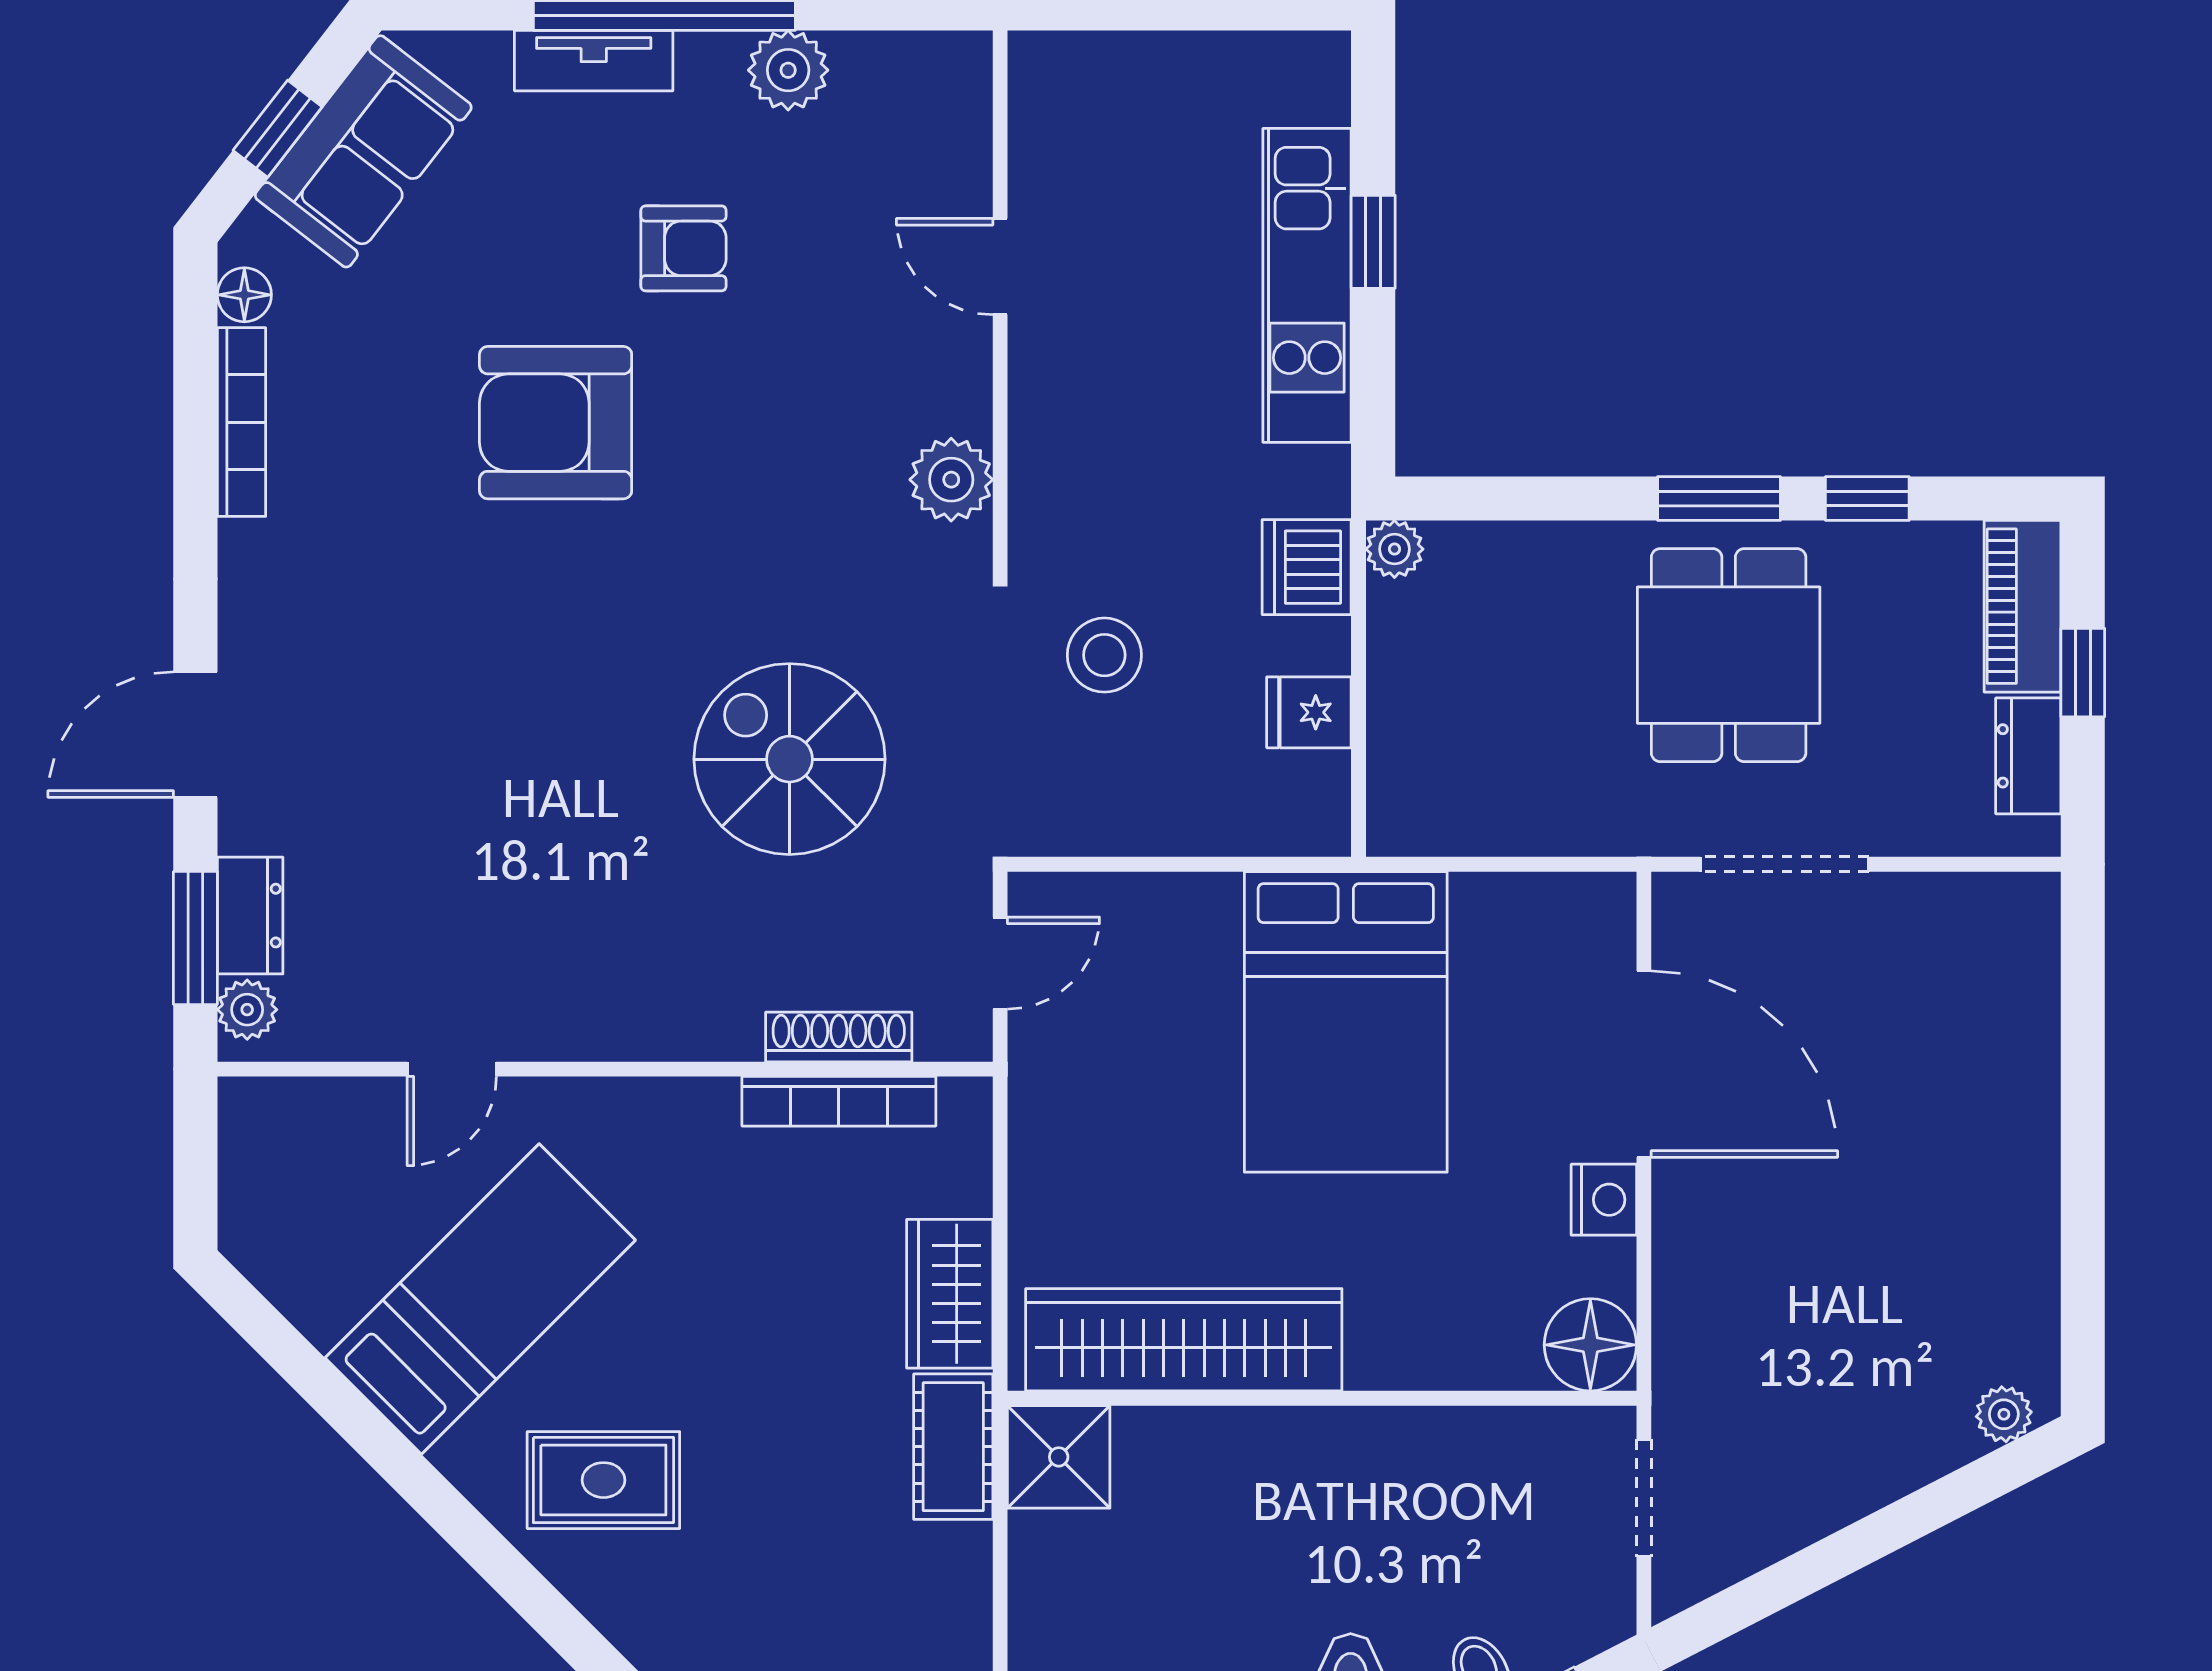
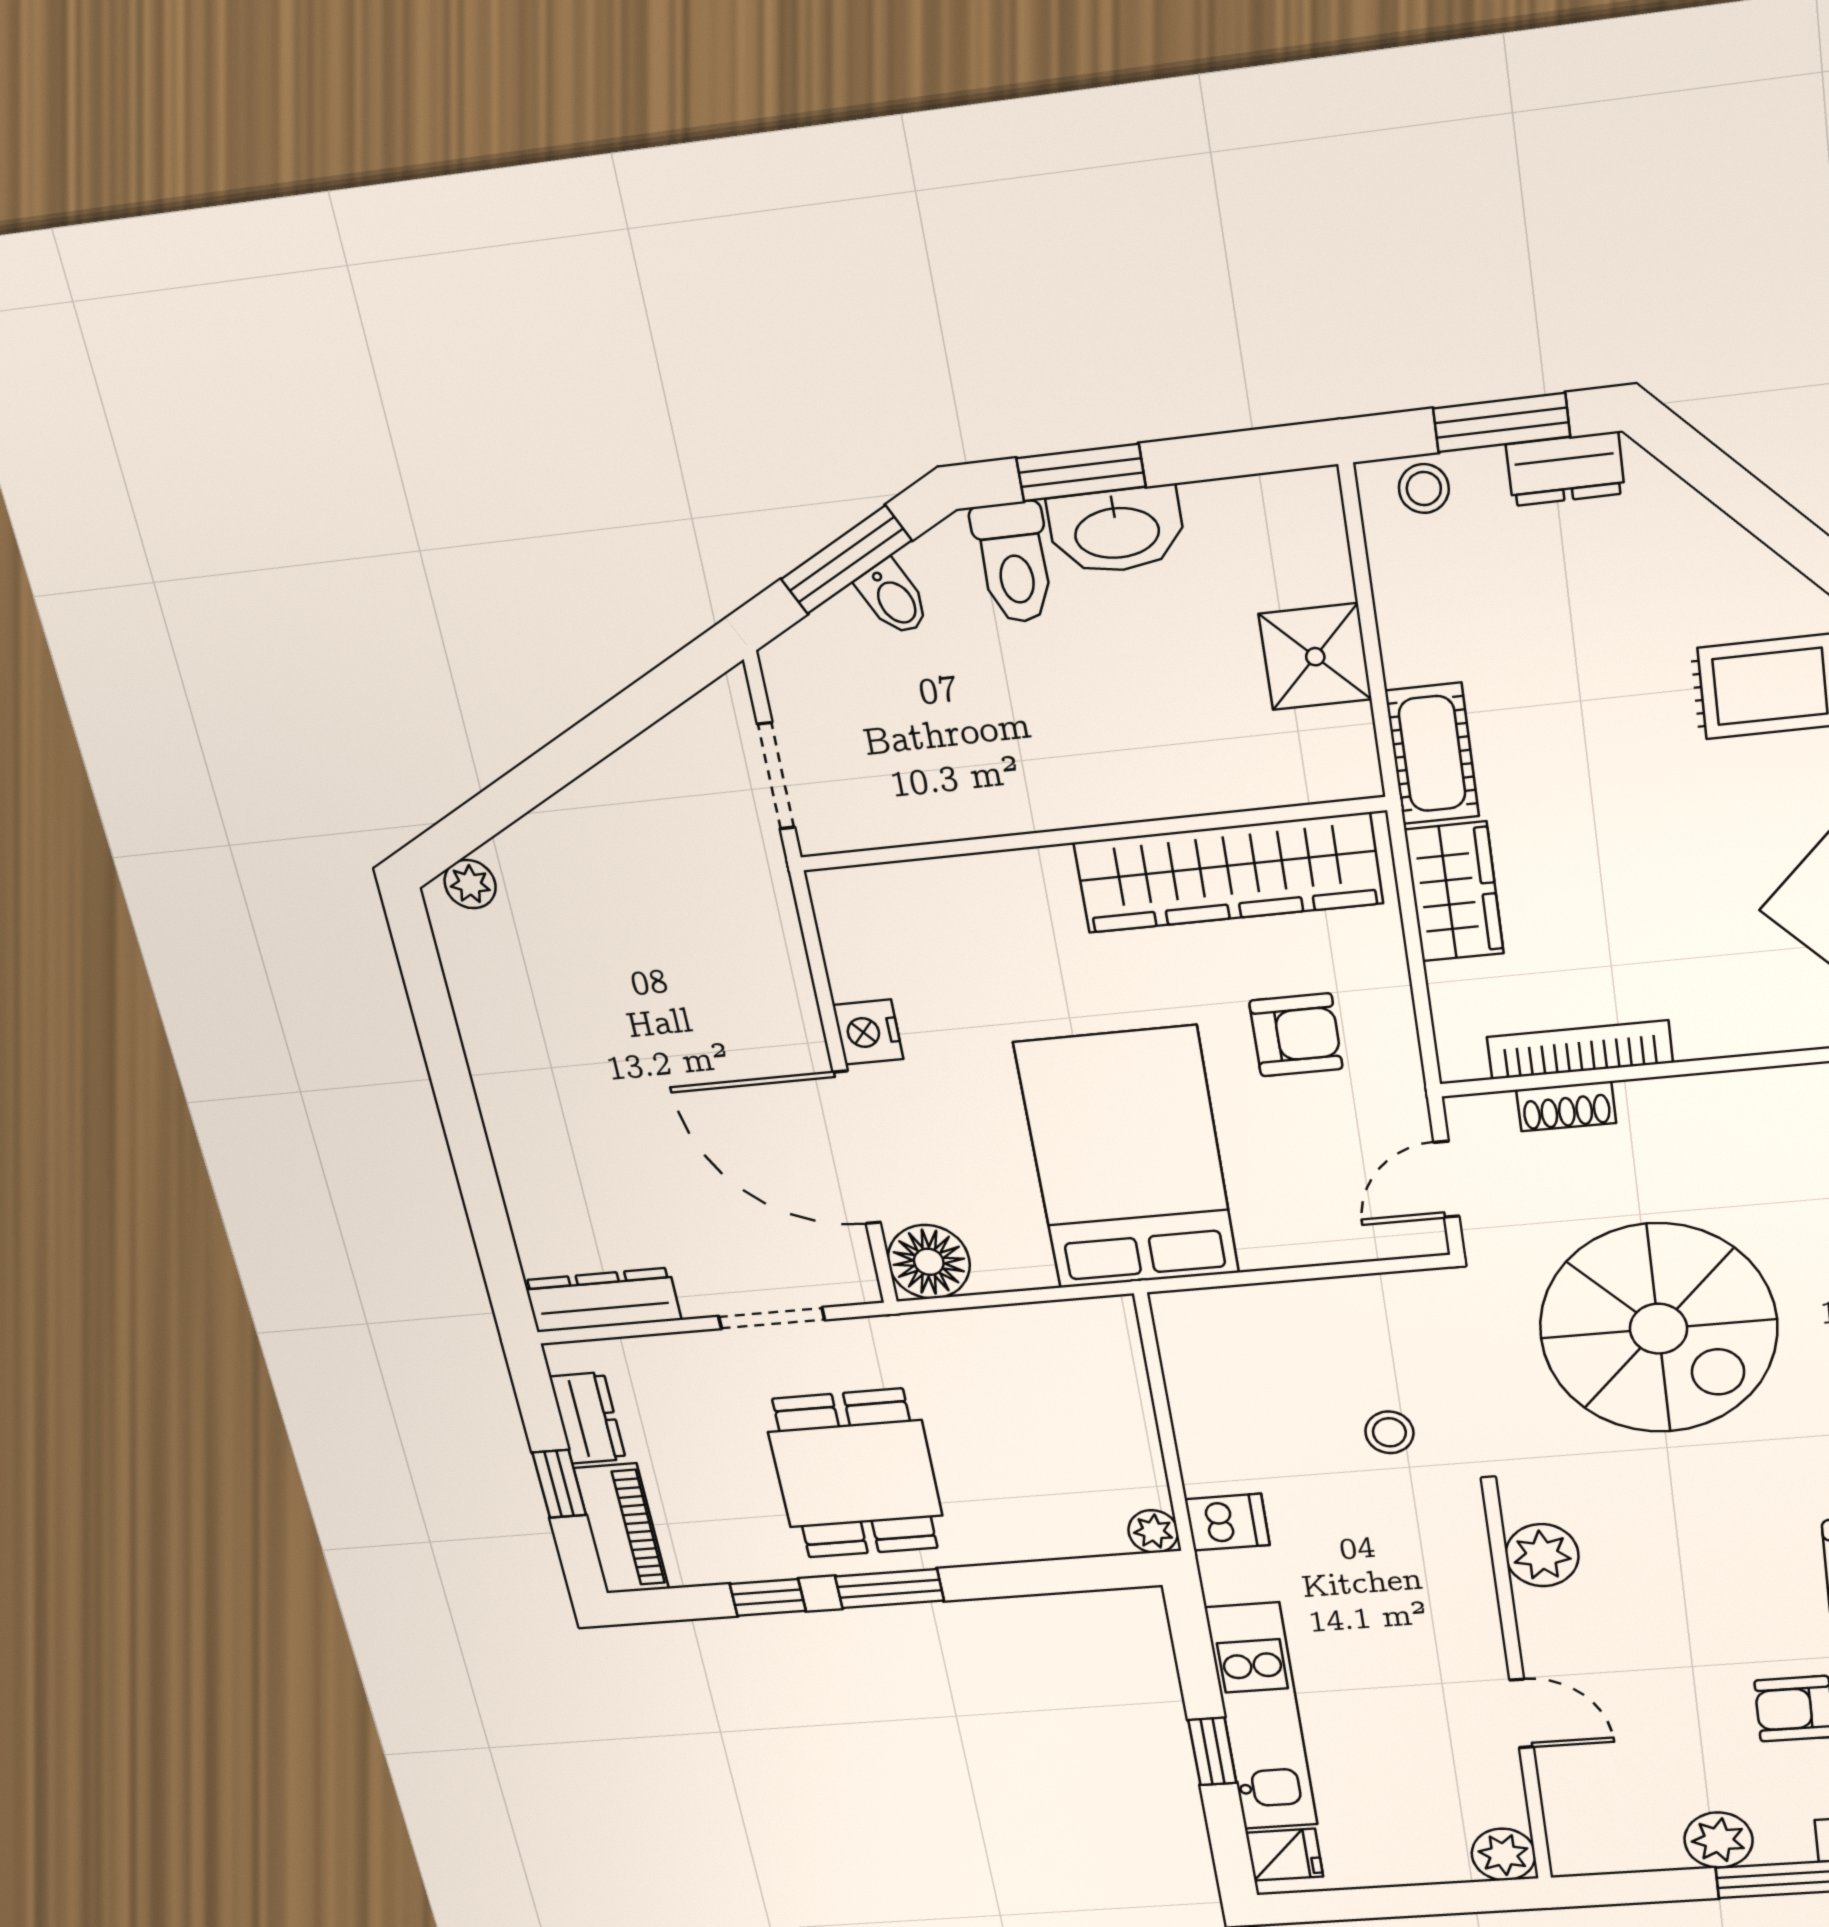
plant: (1045, 68) -> (1504, 1854), added
dishwasher: (1307, 567) -> (1227, 1522), width x0.73
stool: (1104, 655) -> (1389, 1432), width x0.73, depth x0.73
fridge: (1309, 712) -> (1284, 1855), moved
spiral stairs: (789, 759) -> (1659, 1329), width x1.37, depth x1.37
doorway: (1784, 864) -> (772, 1318), width x0.73
dresser: (1975, 905) -> (603, 1300), added
shoe rack: (839, 1037) -> (1566, 1106), width x0.70
armchair: (1139, 1149) -> (1296, 1035), added
floor lamp: (1590, 1345) -> (929, 1262), moved
shower: (1059, 1457) -> (1315, 657), moved

